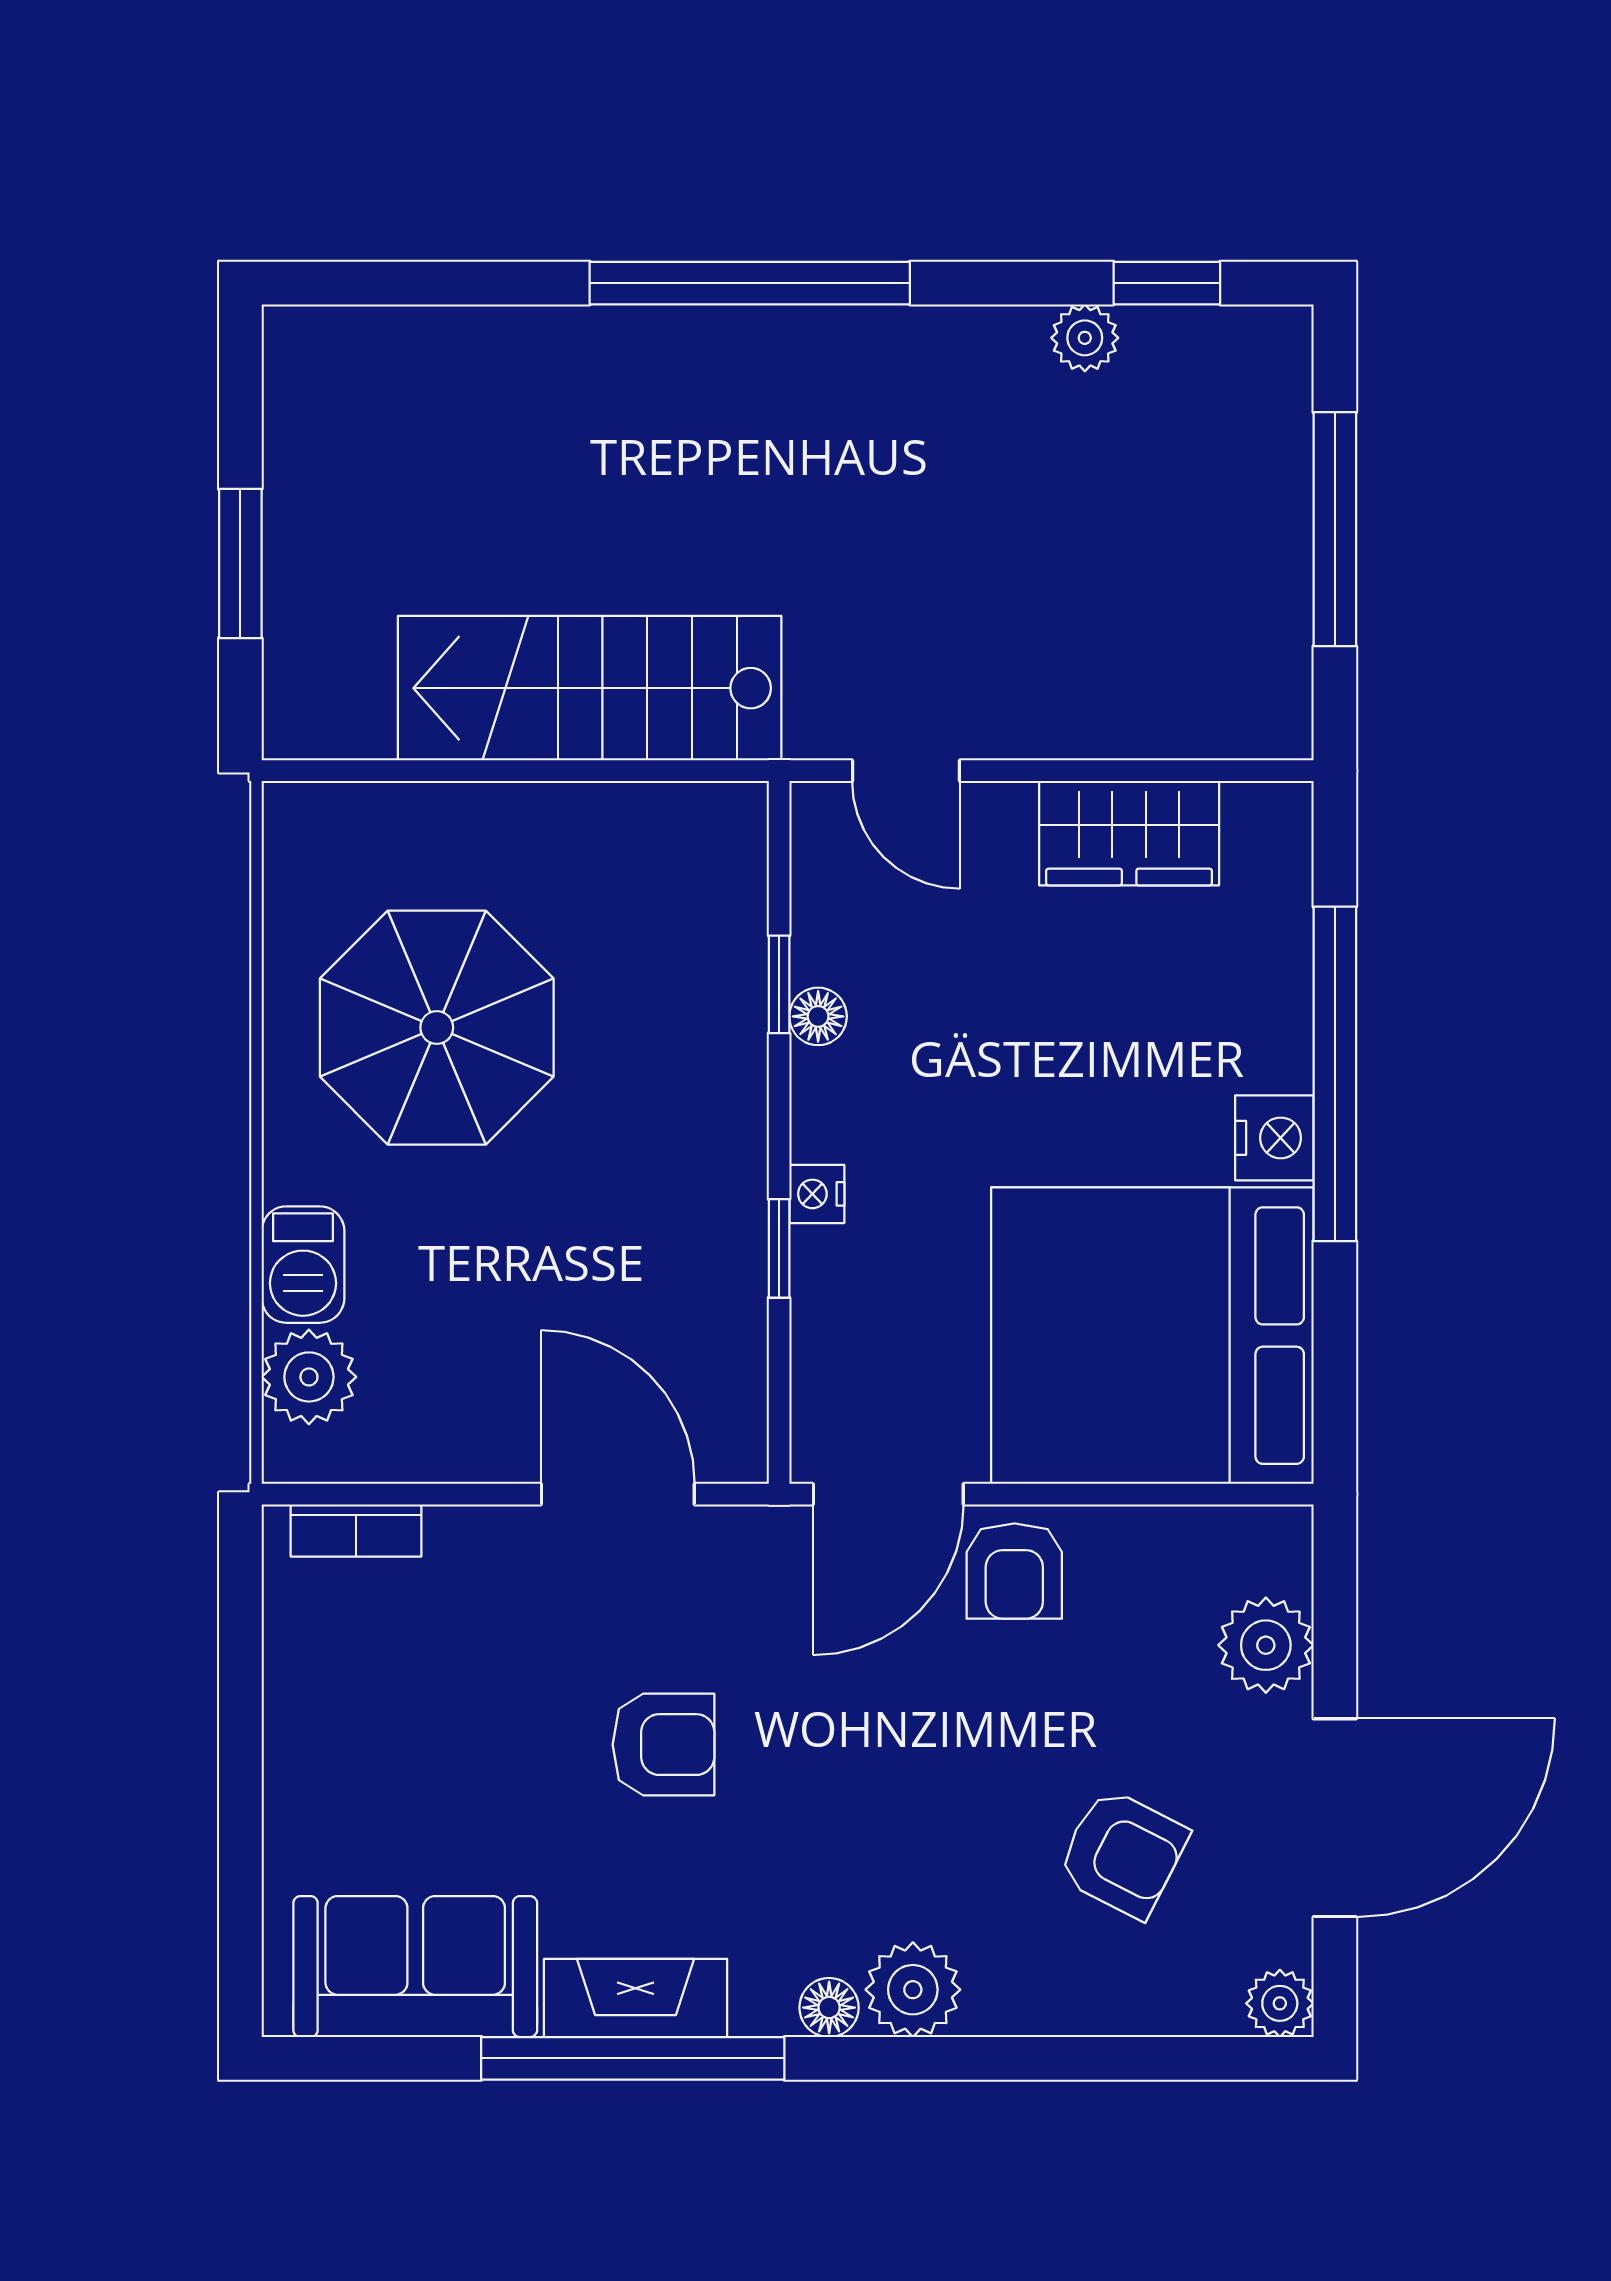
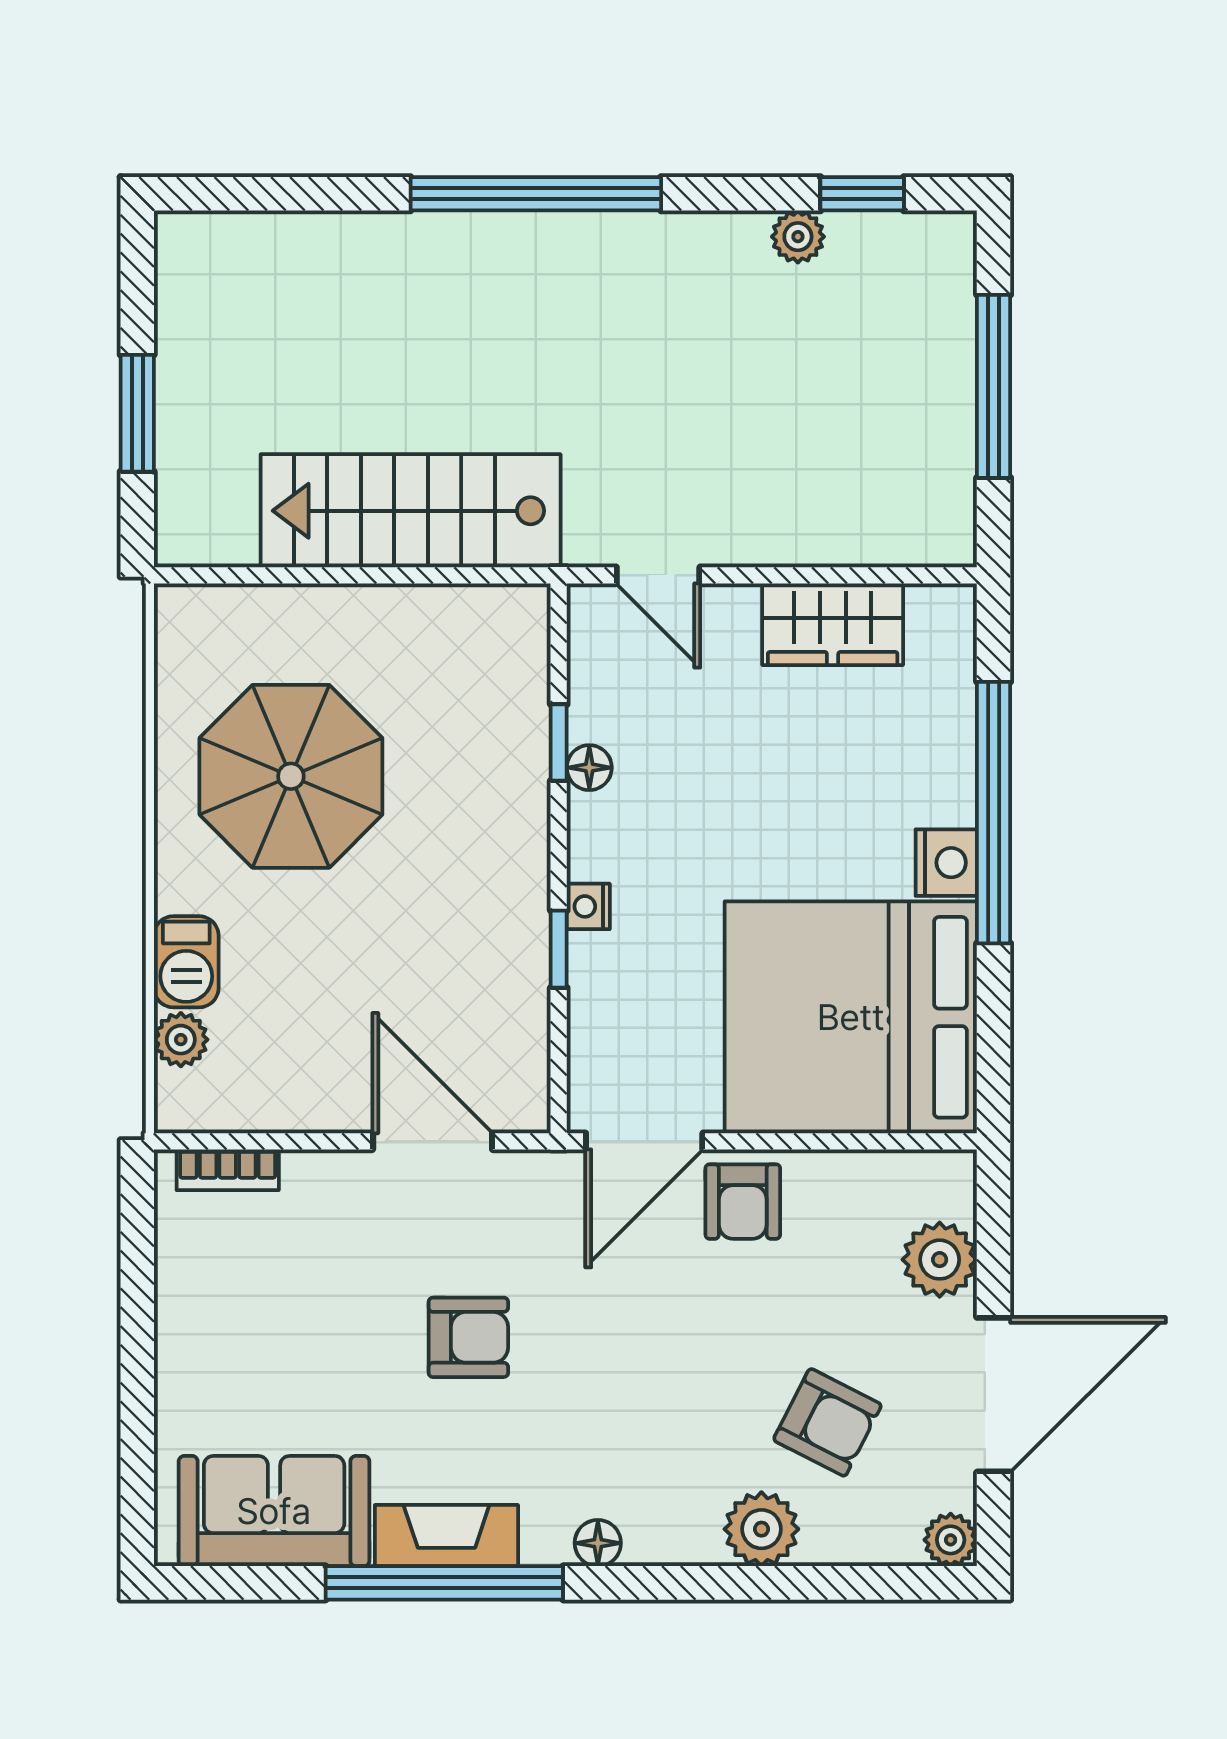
plant: (309, 1377) -> (181, 1040), width x0.73, depth x0.73
plant: (913, 1990) -> (761, 1529), moved

